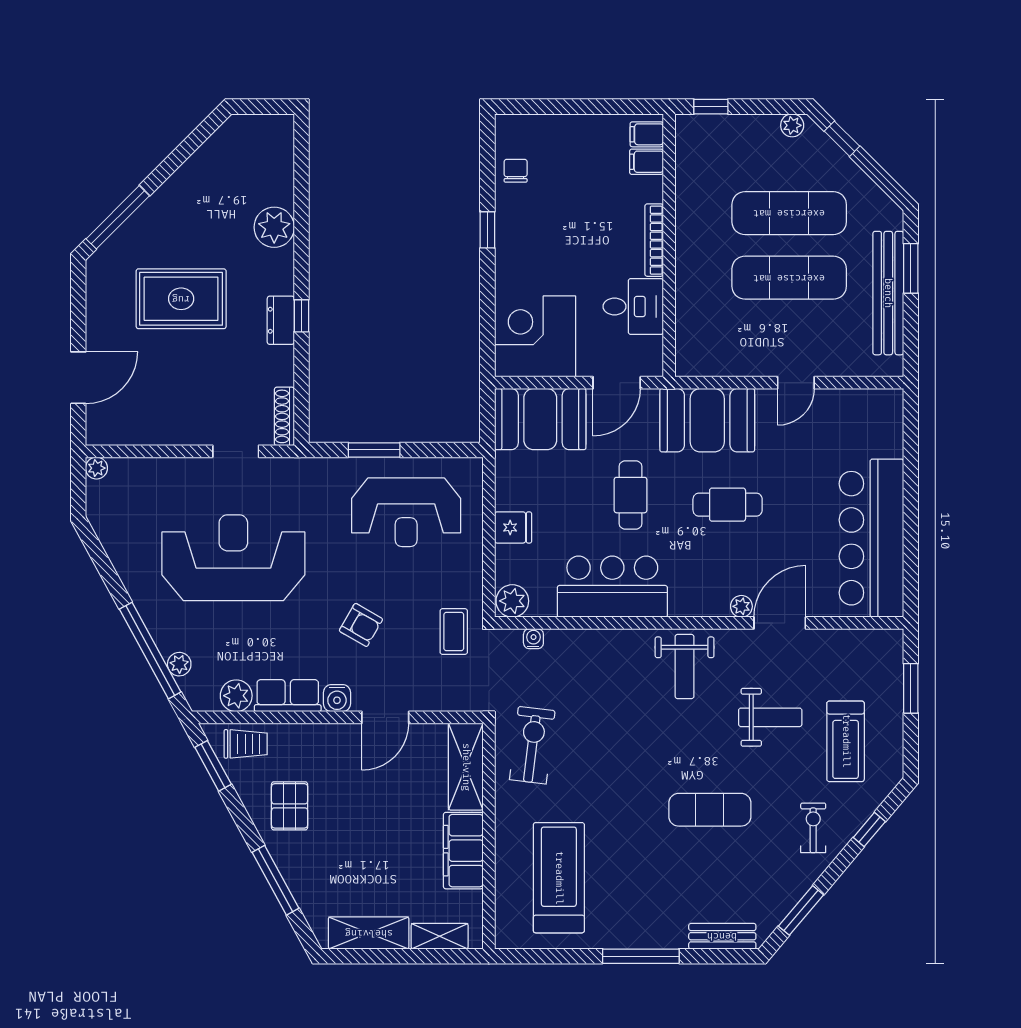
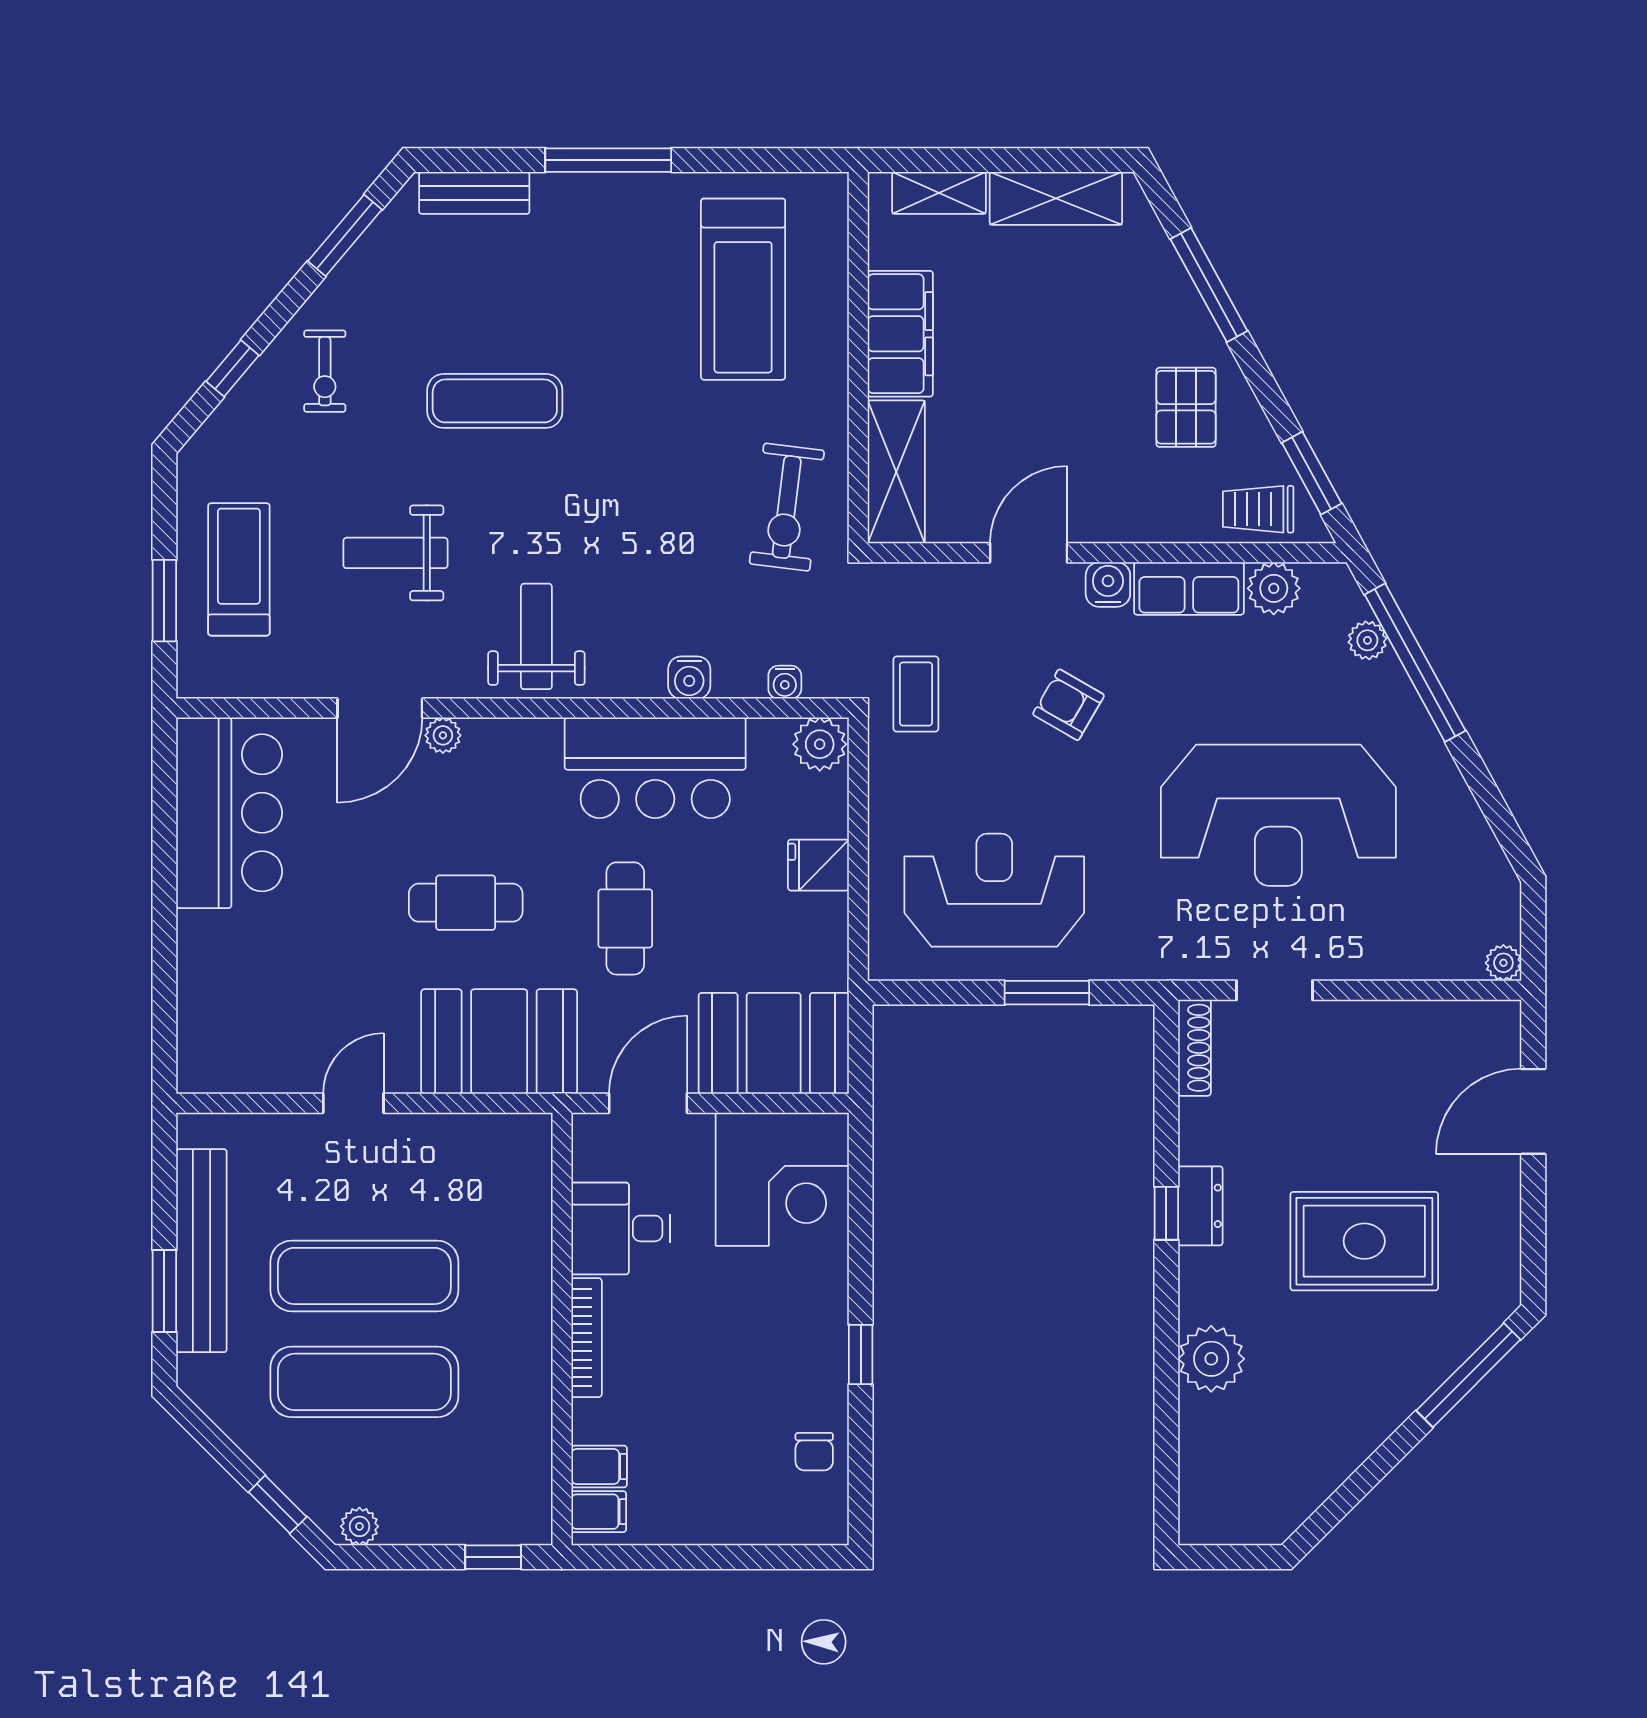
bar counter: (871, 538) -> (229, 813), width x0.73
water cooler: (592, 642) -> (689, 678), added
treadmill: (846, 741) -> (239, 569), moved

